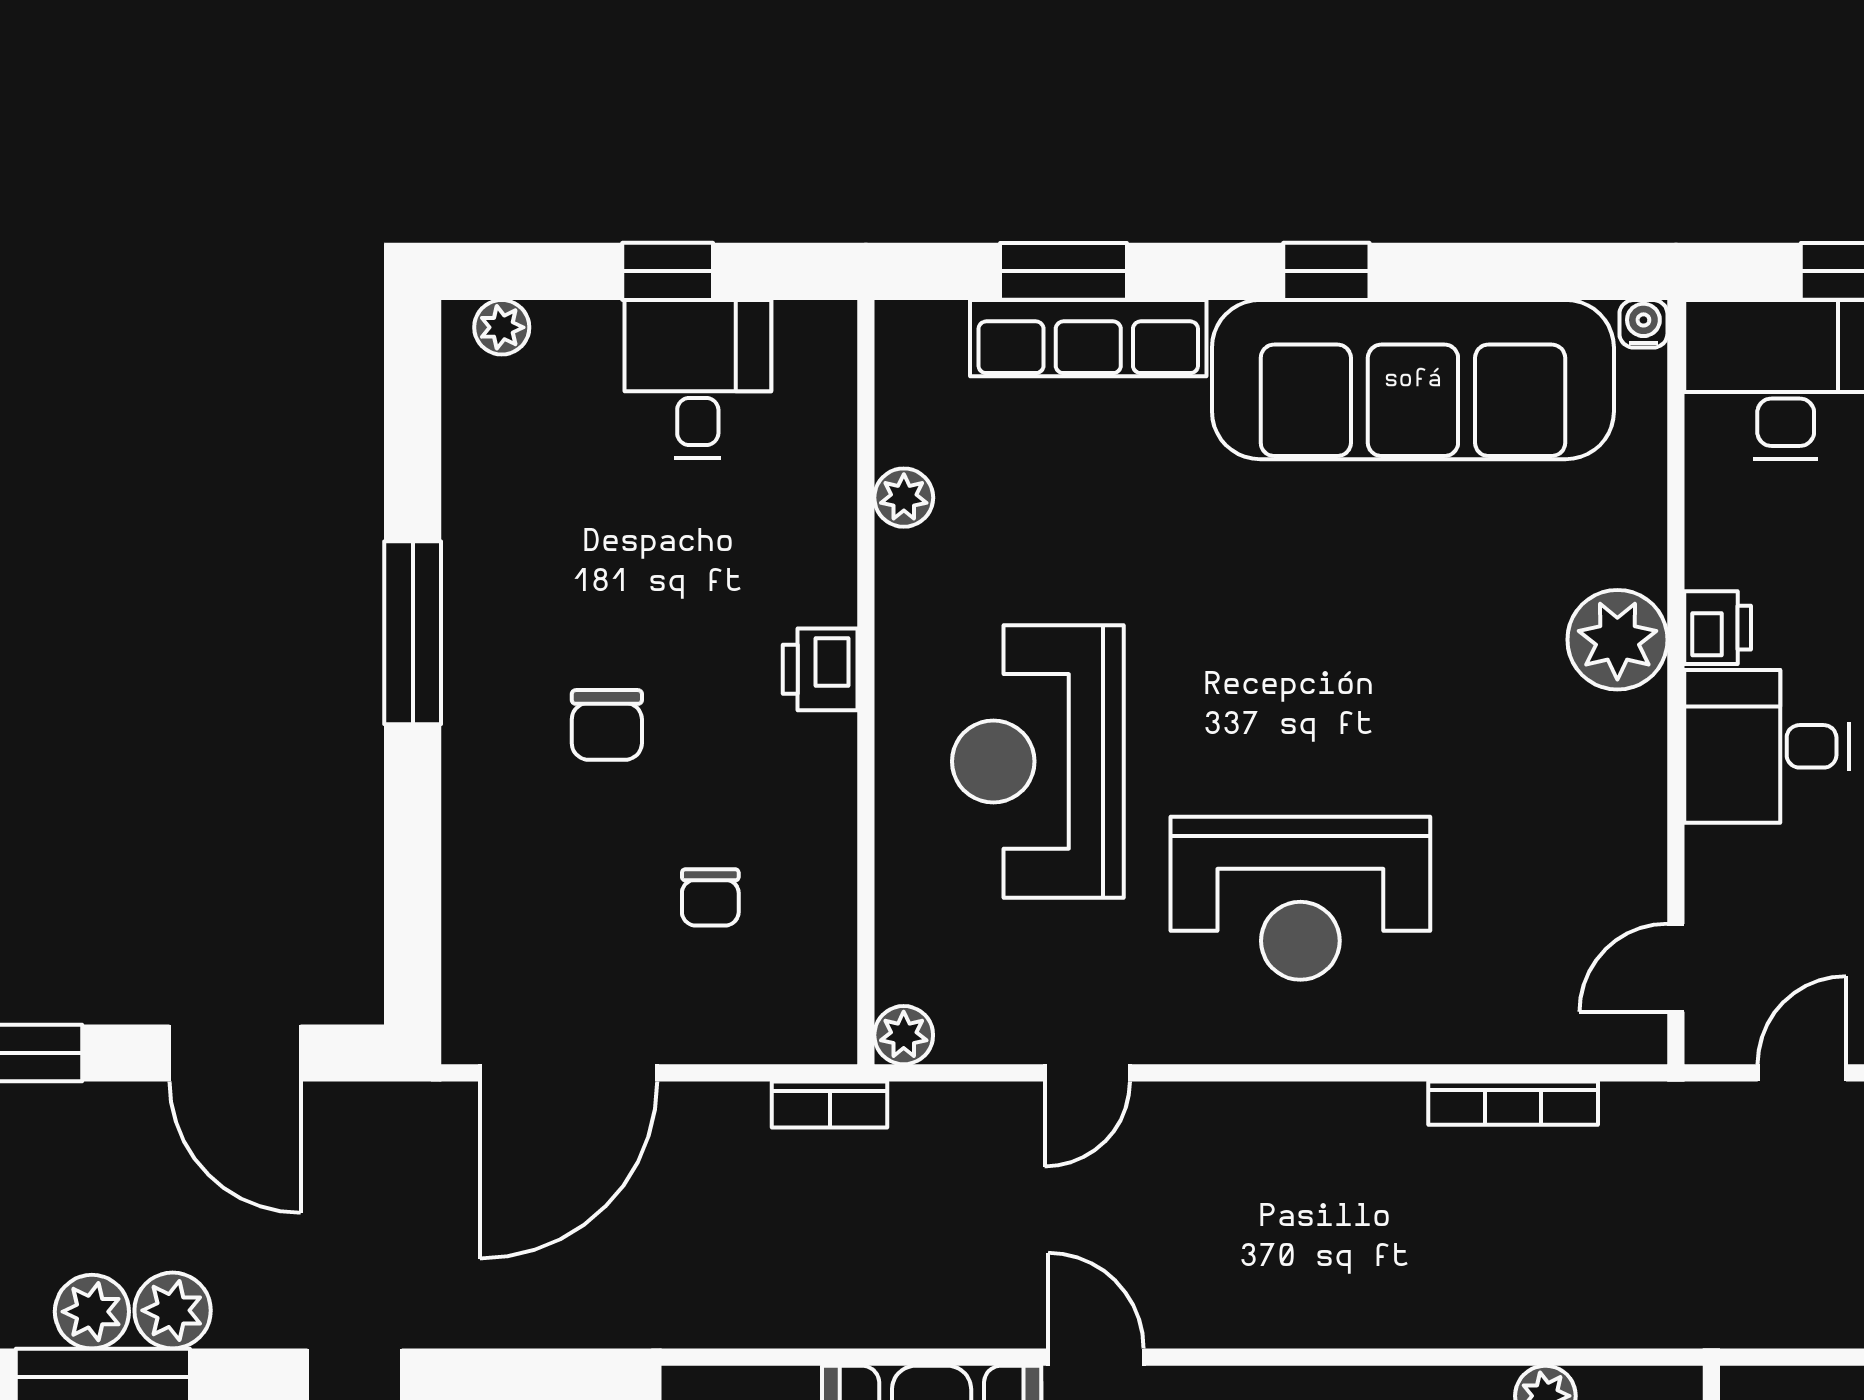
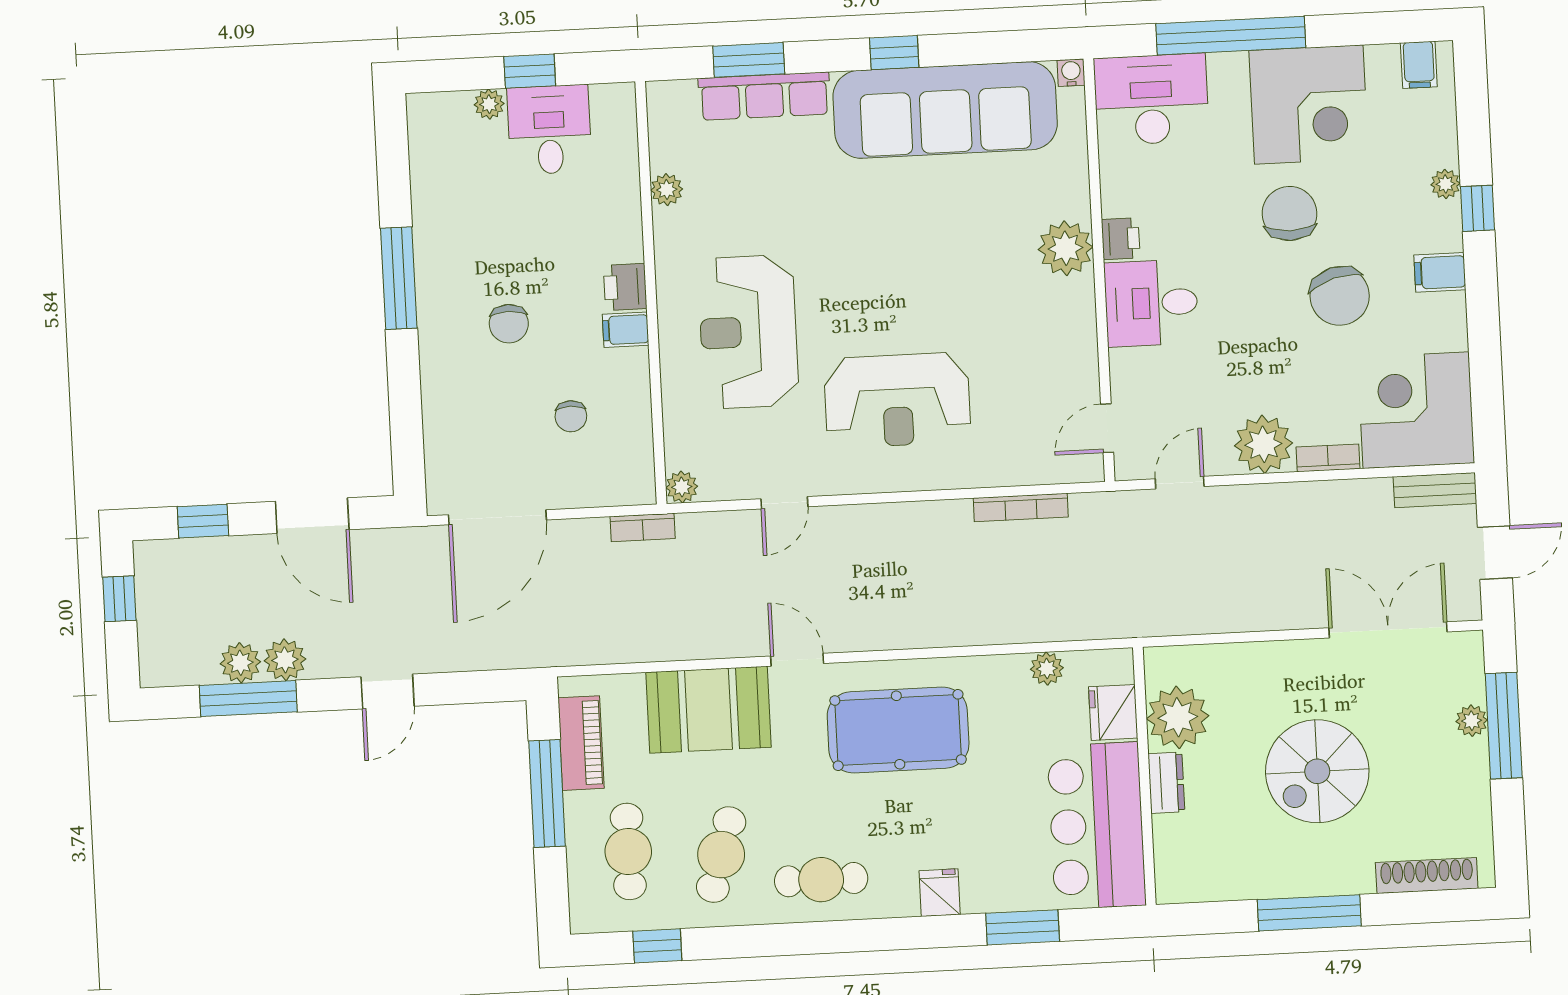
plant: (502, 327) -> (489, 104), moved
filing cabinet: (817, 746) -> (626, 330), added

